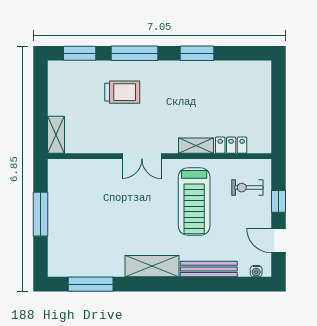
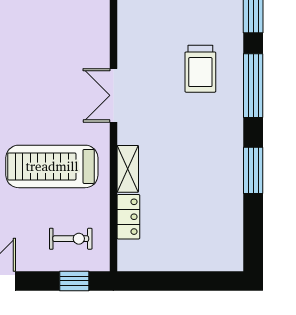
exercise bike: (247, 188) -> (71, 239), turned 90
window: (278, 201) -> (74, 281), moved

